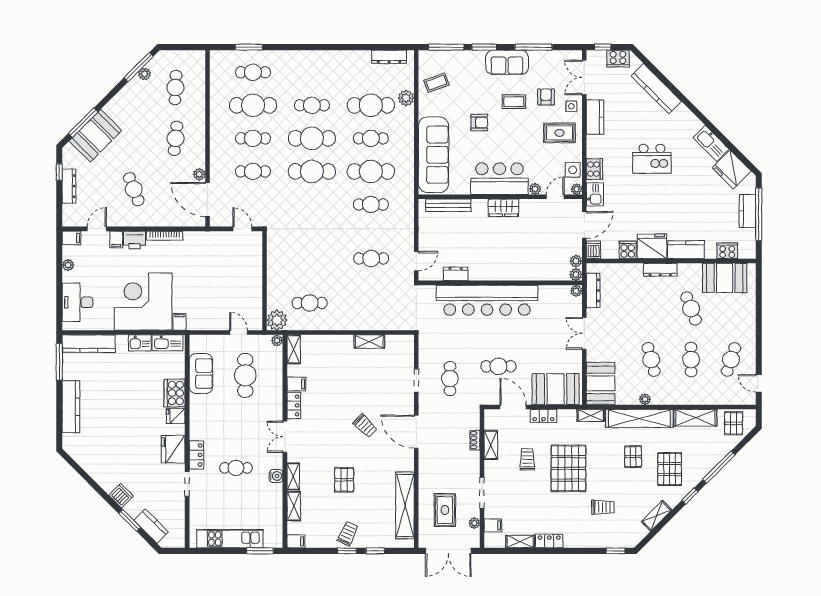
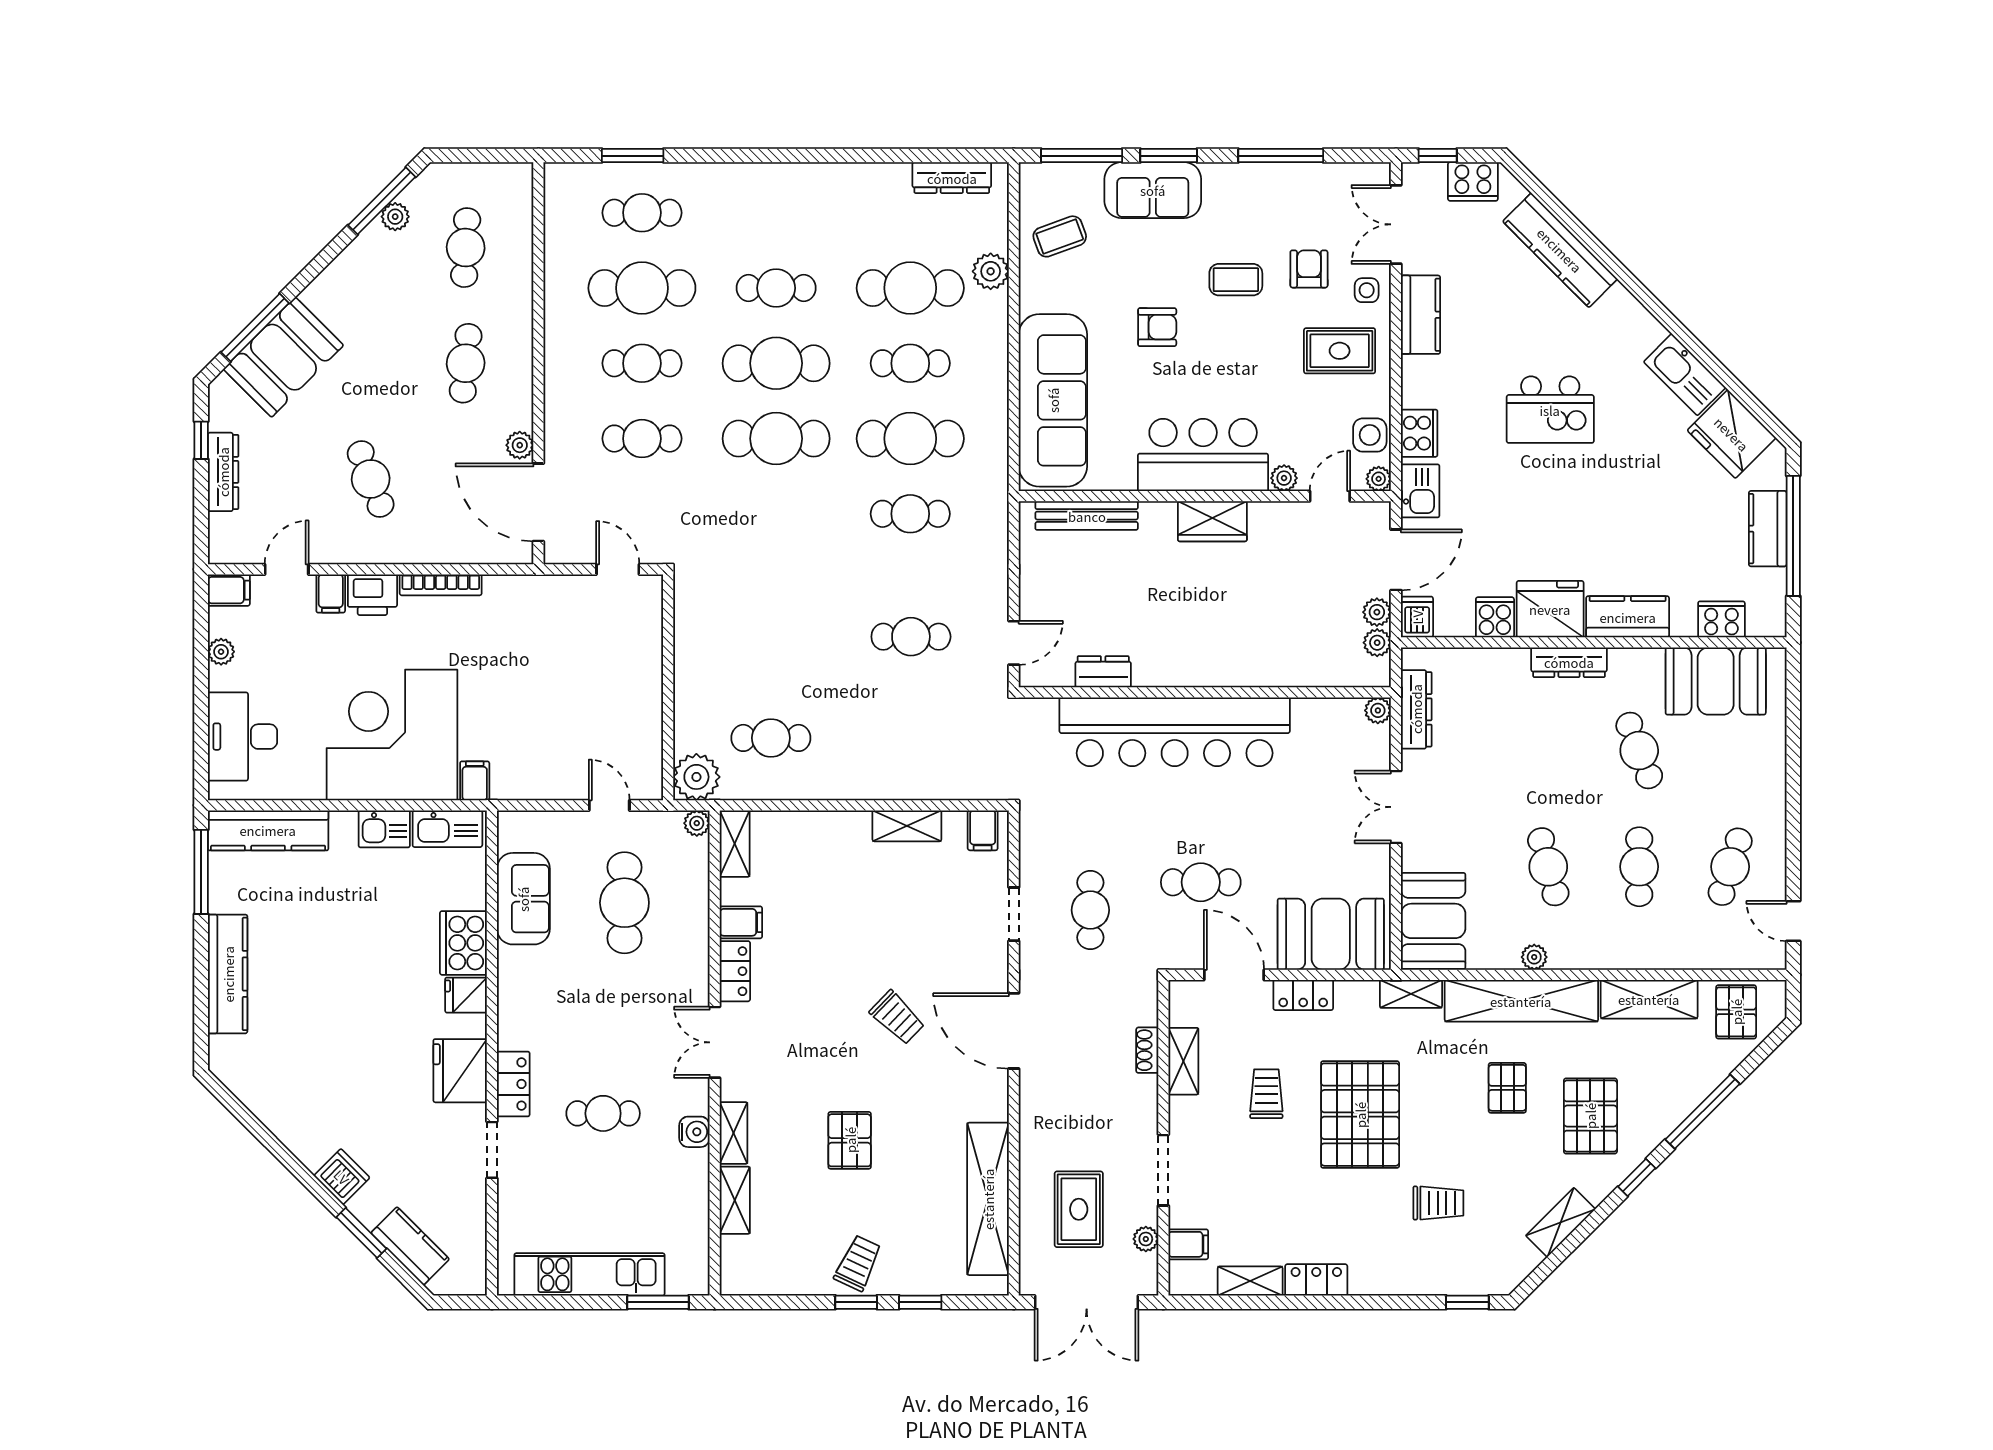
sofa: (507, 62) -> (1153, 190), moved
plant: (576, 275) -> (1377, 612), moved
filing cabinet: (296, 541) -> (983, 830), moved, turned 90

